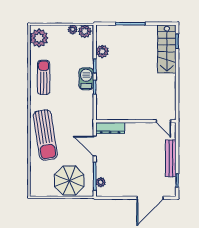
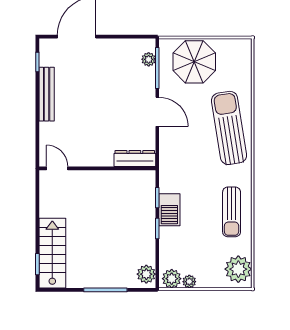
plant: (102, 51) -> (146, 274), moved
wall: (136, 121) -> (97, 168), moved
door: (164, 121) -> (57, 168), moved
dresser: (110, 128) -> (135, 159), moved

